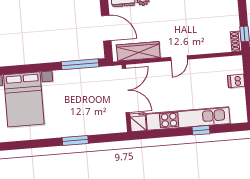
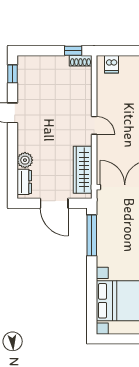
door: (106, 28) -> (54, 203), swing flipped
dishwasher: (236, 81) -> (111, 64), moved

